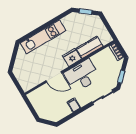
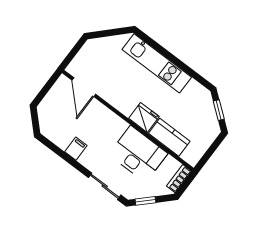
desk: (82, 75) -> (138, 154), moved
door: (54, 77) -> (84, 87), moved

